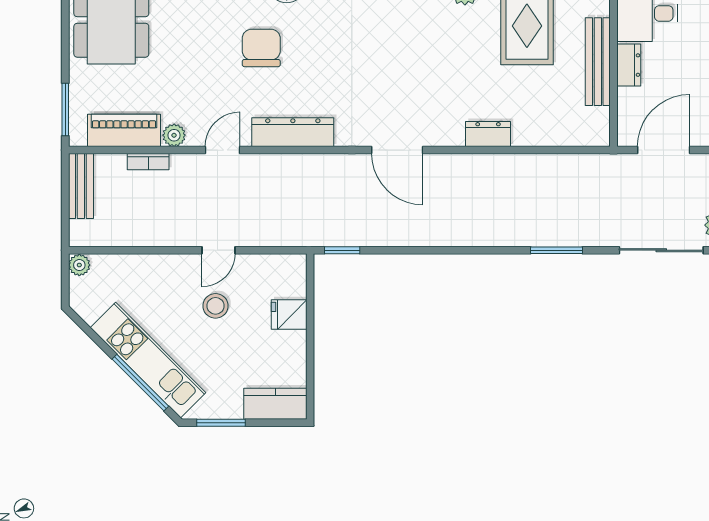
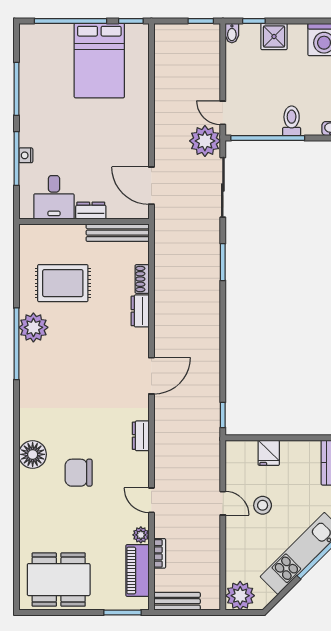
bench: (598, 62) -> (118, 233), moved
dresser: (293, 132) -> (141, 436), width x0.51, depth x0.80
shoe rack: (533, 137) -> (142, 279), added
plant: (79, 265) -> (240, 596), width x1.87, depth x1.87

